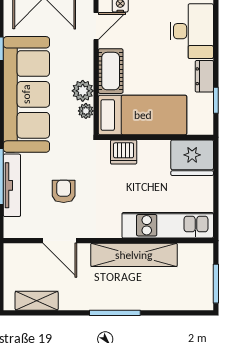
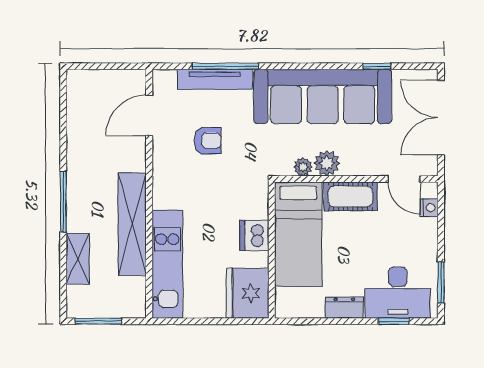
window: (216, 100) -> (394, 321), moved
dishwasher: (124, 152) -> (254, 235), moved
door: (60, 241) -> (149, 115), moved
shelving: (37, 301) -> (78, 259), moved

